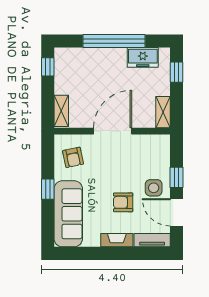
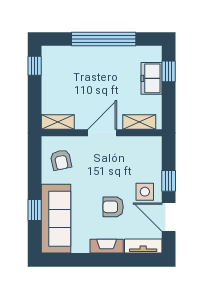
freezer: (143, 57) -> (151, 78), moved, turned 90
shelving: (61, 111) -> (58, 122), moved, turned 90
shelving: (163, 112) -> (139, 122), moved, turned 90
door: (113, 131) -> (102, 133), width x0.73
window: (48, 189) -> (35, 210), moved

